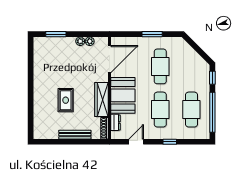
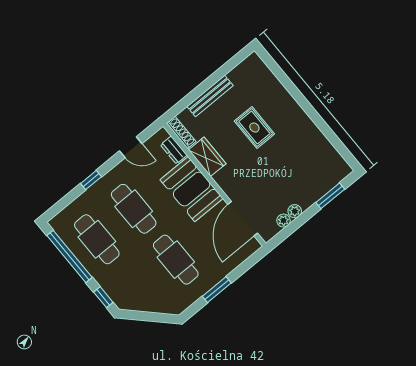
wardrobe: (102, 99) -> (207, 157), width x0.67
door: (136, 142) -> (131, 147), hinge flipped

